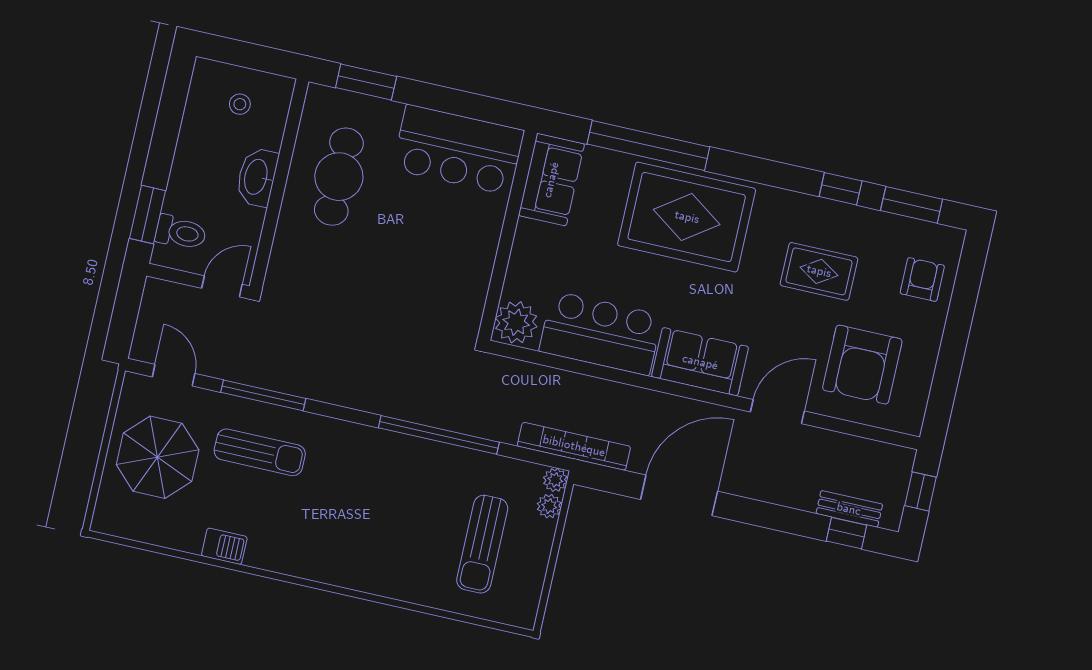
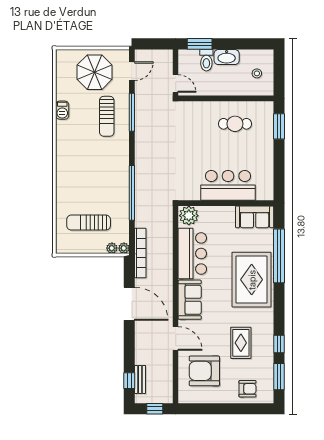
bar counter: (458, 150) -> (228, 185), moved, turned 90
washbasin: (257, 177) -> (227, 57), moved, turned 180
cafe table: (339, 177) -> (235, 124), width x0.73, depth x0.74
toilet: (181, 232) -> (206, 60), moved

